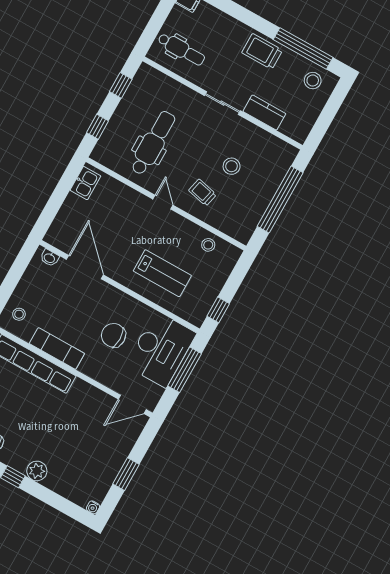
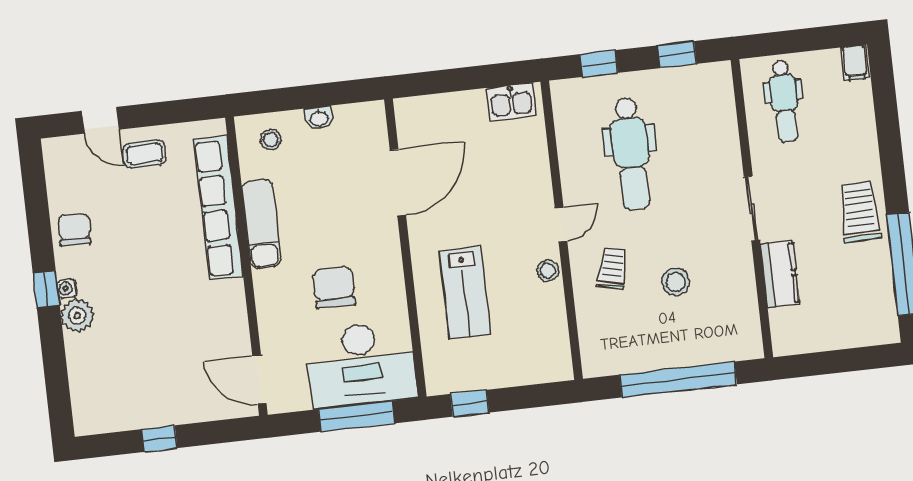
stool: (313, 81) -> (870, 308), removed
dental chair: (153, 143) -> (631, 154), turned 90
stool: (208, 245) -> (548, 271), moved
washbasin: (50, 258) -> (319, 118), moved, turned -90
window: (126, 474) -> (159, 439), width x0.67
water cooler: (93, 507) -> (67, 288), moved

